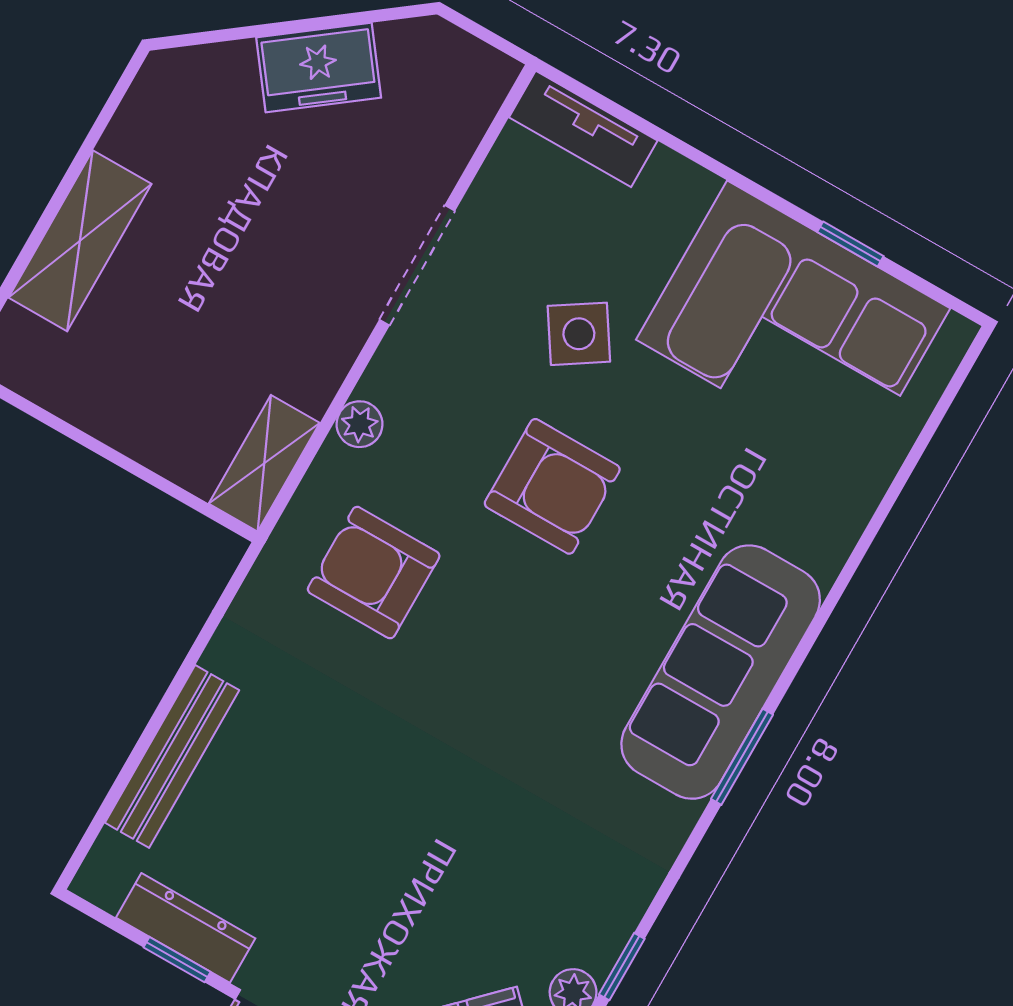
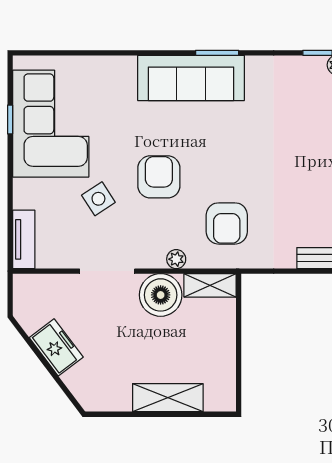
boiler: (303, 349) -> (161, 295), added

